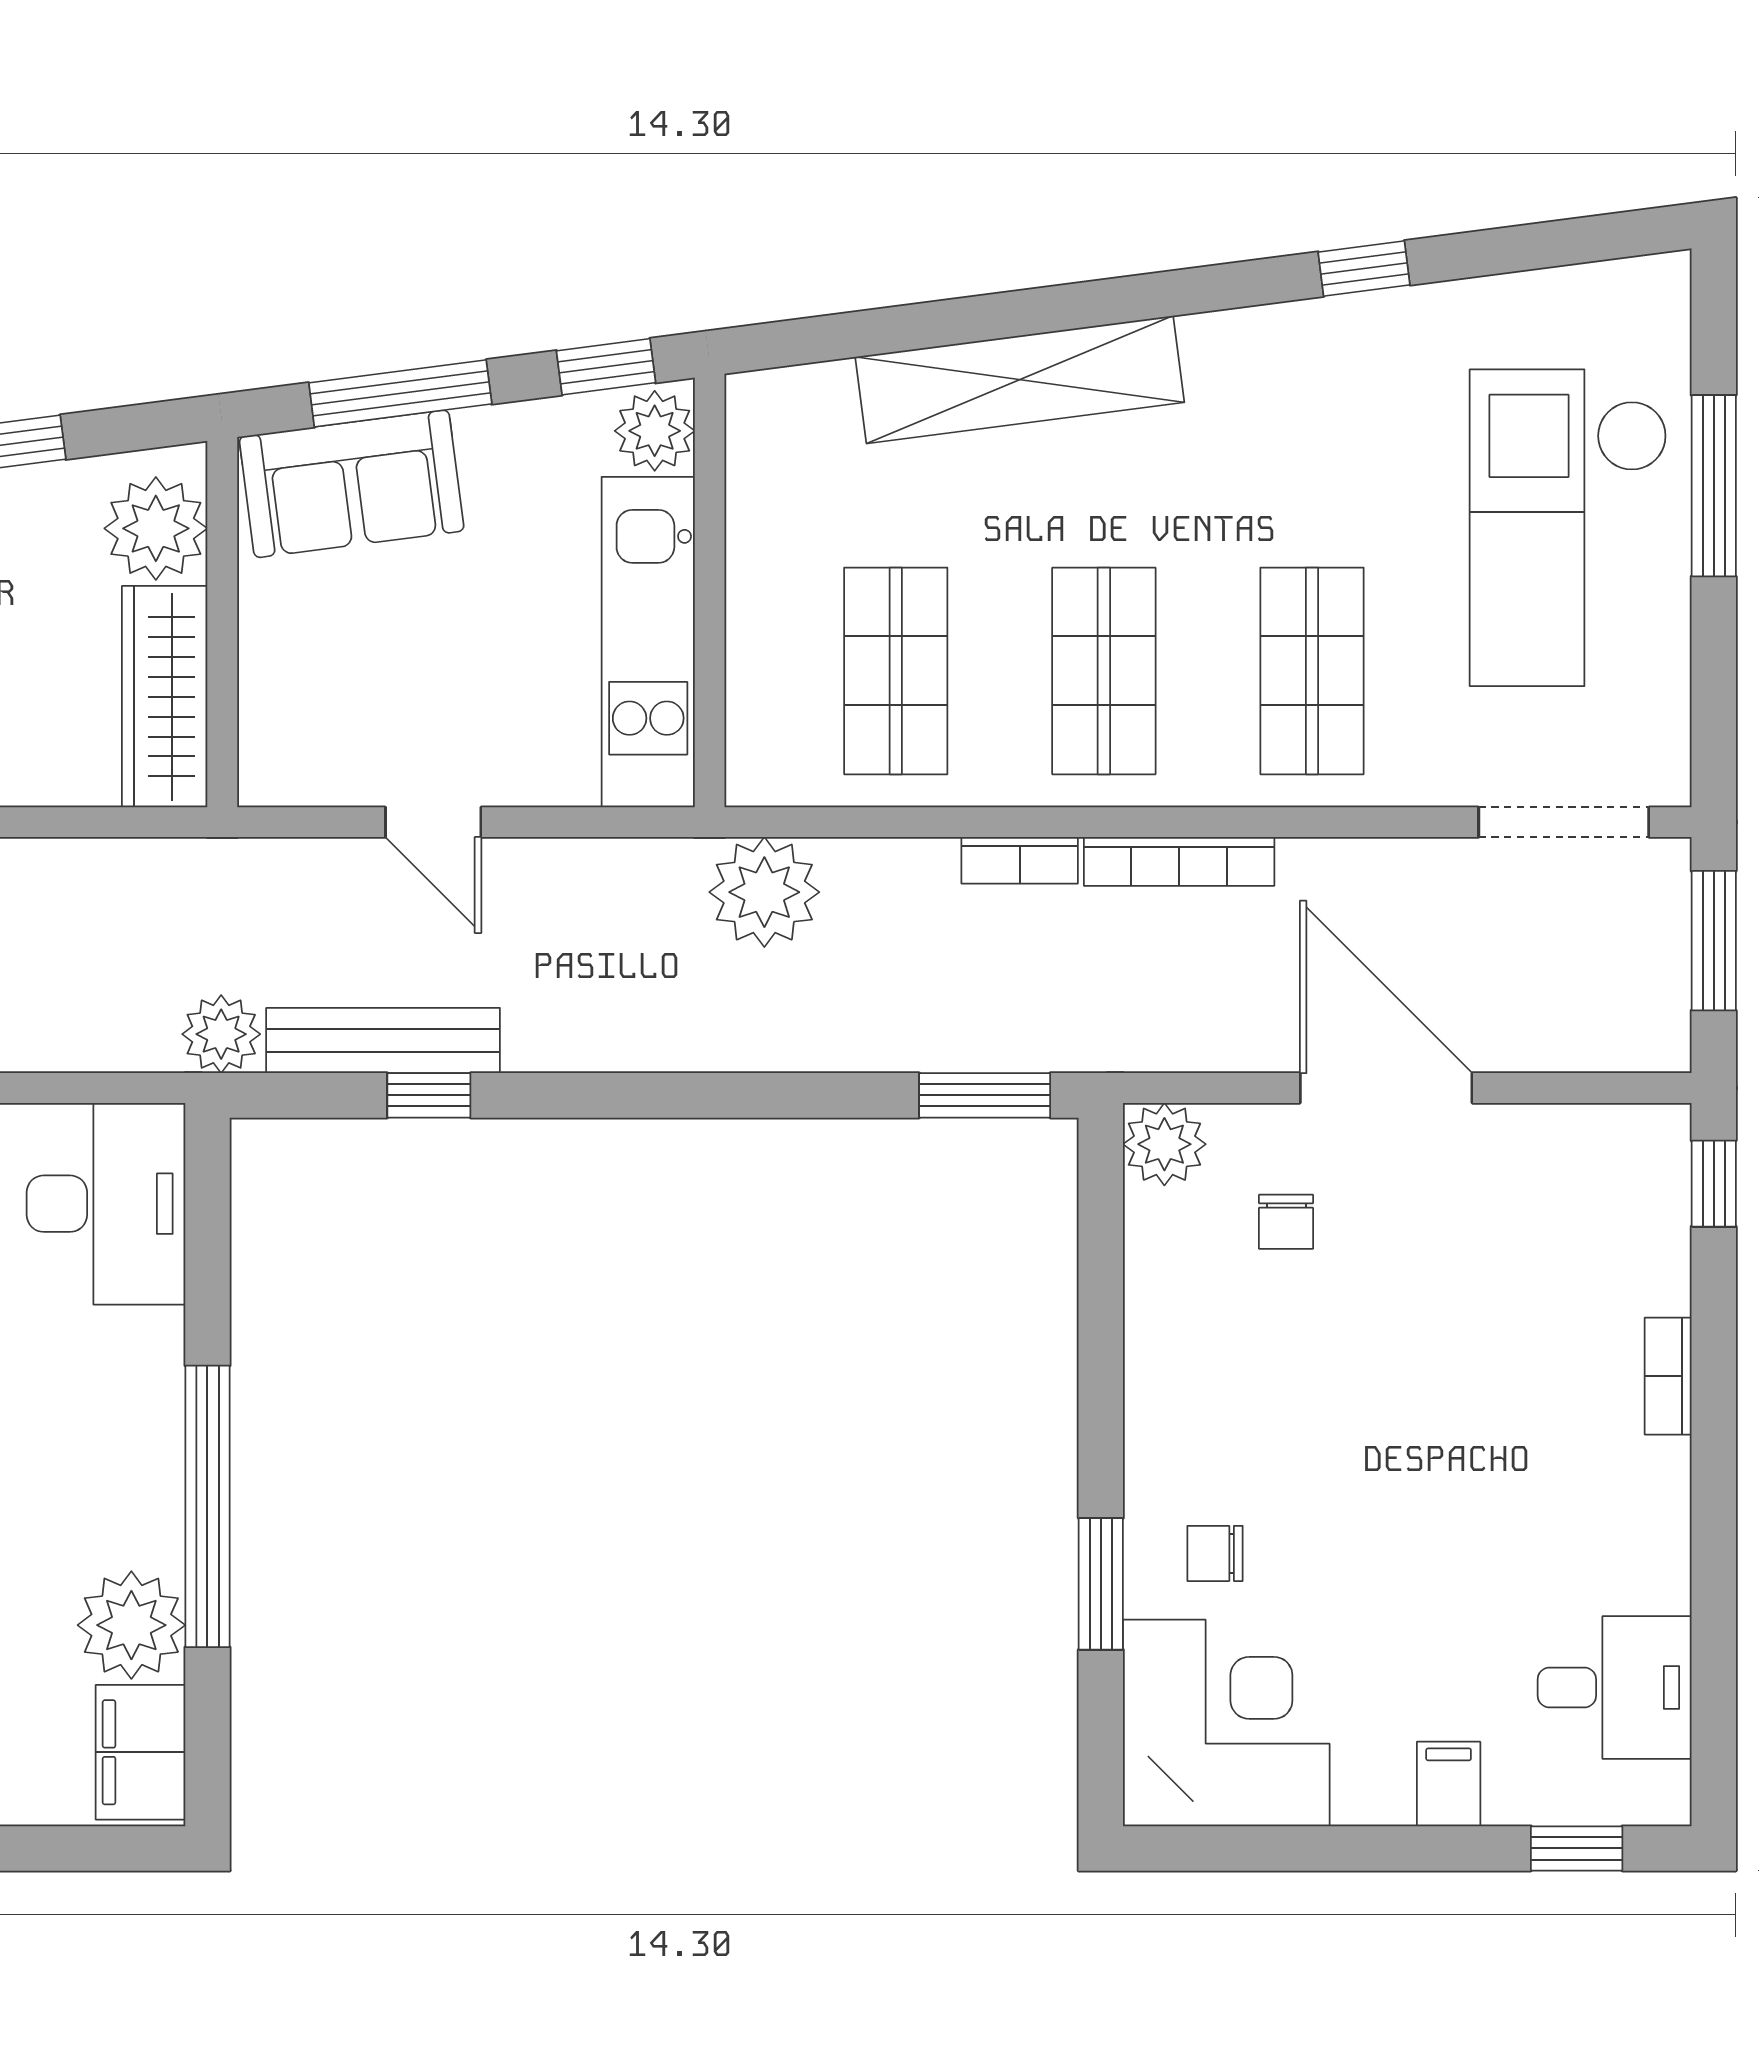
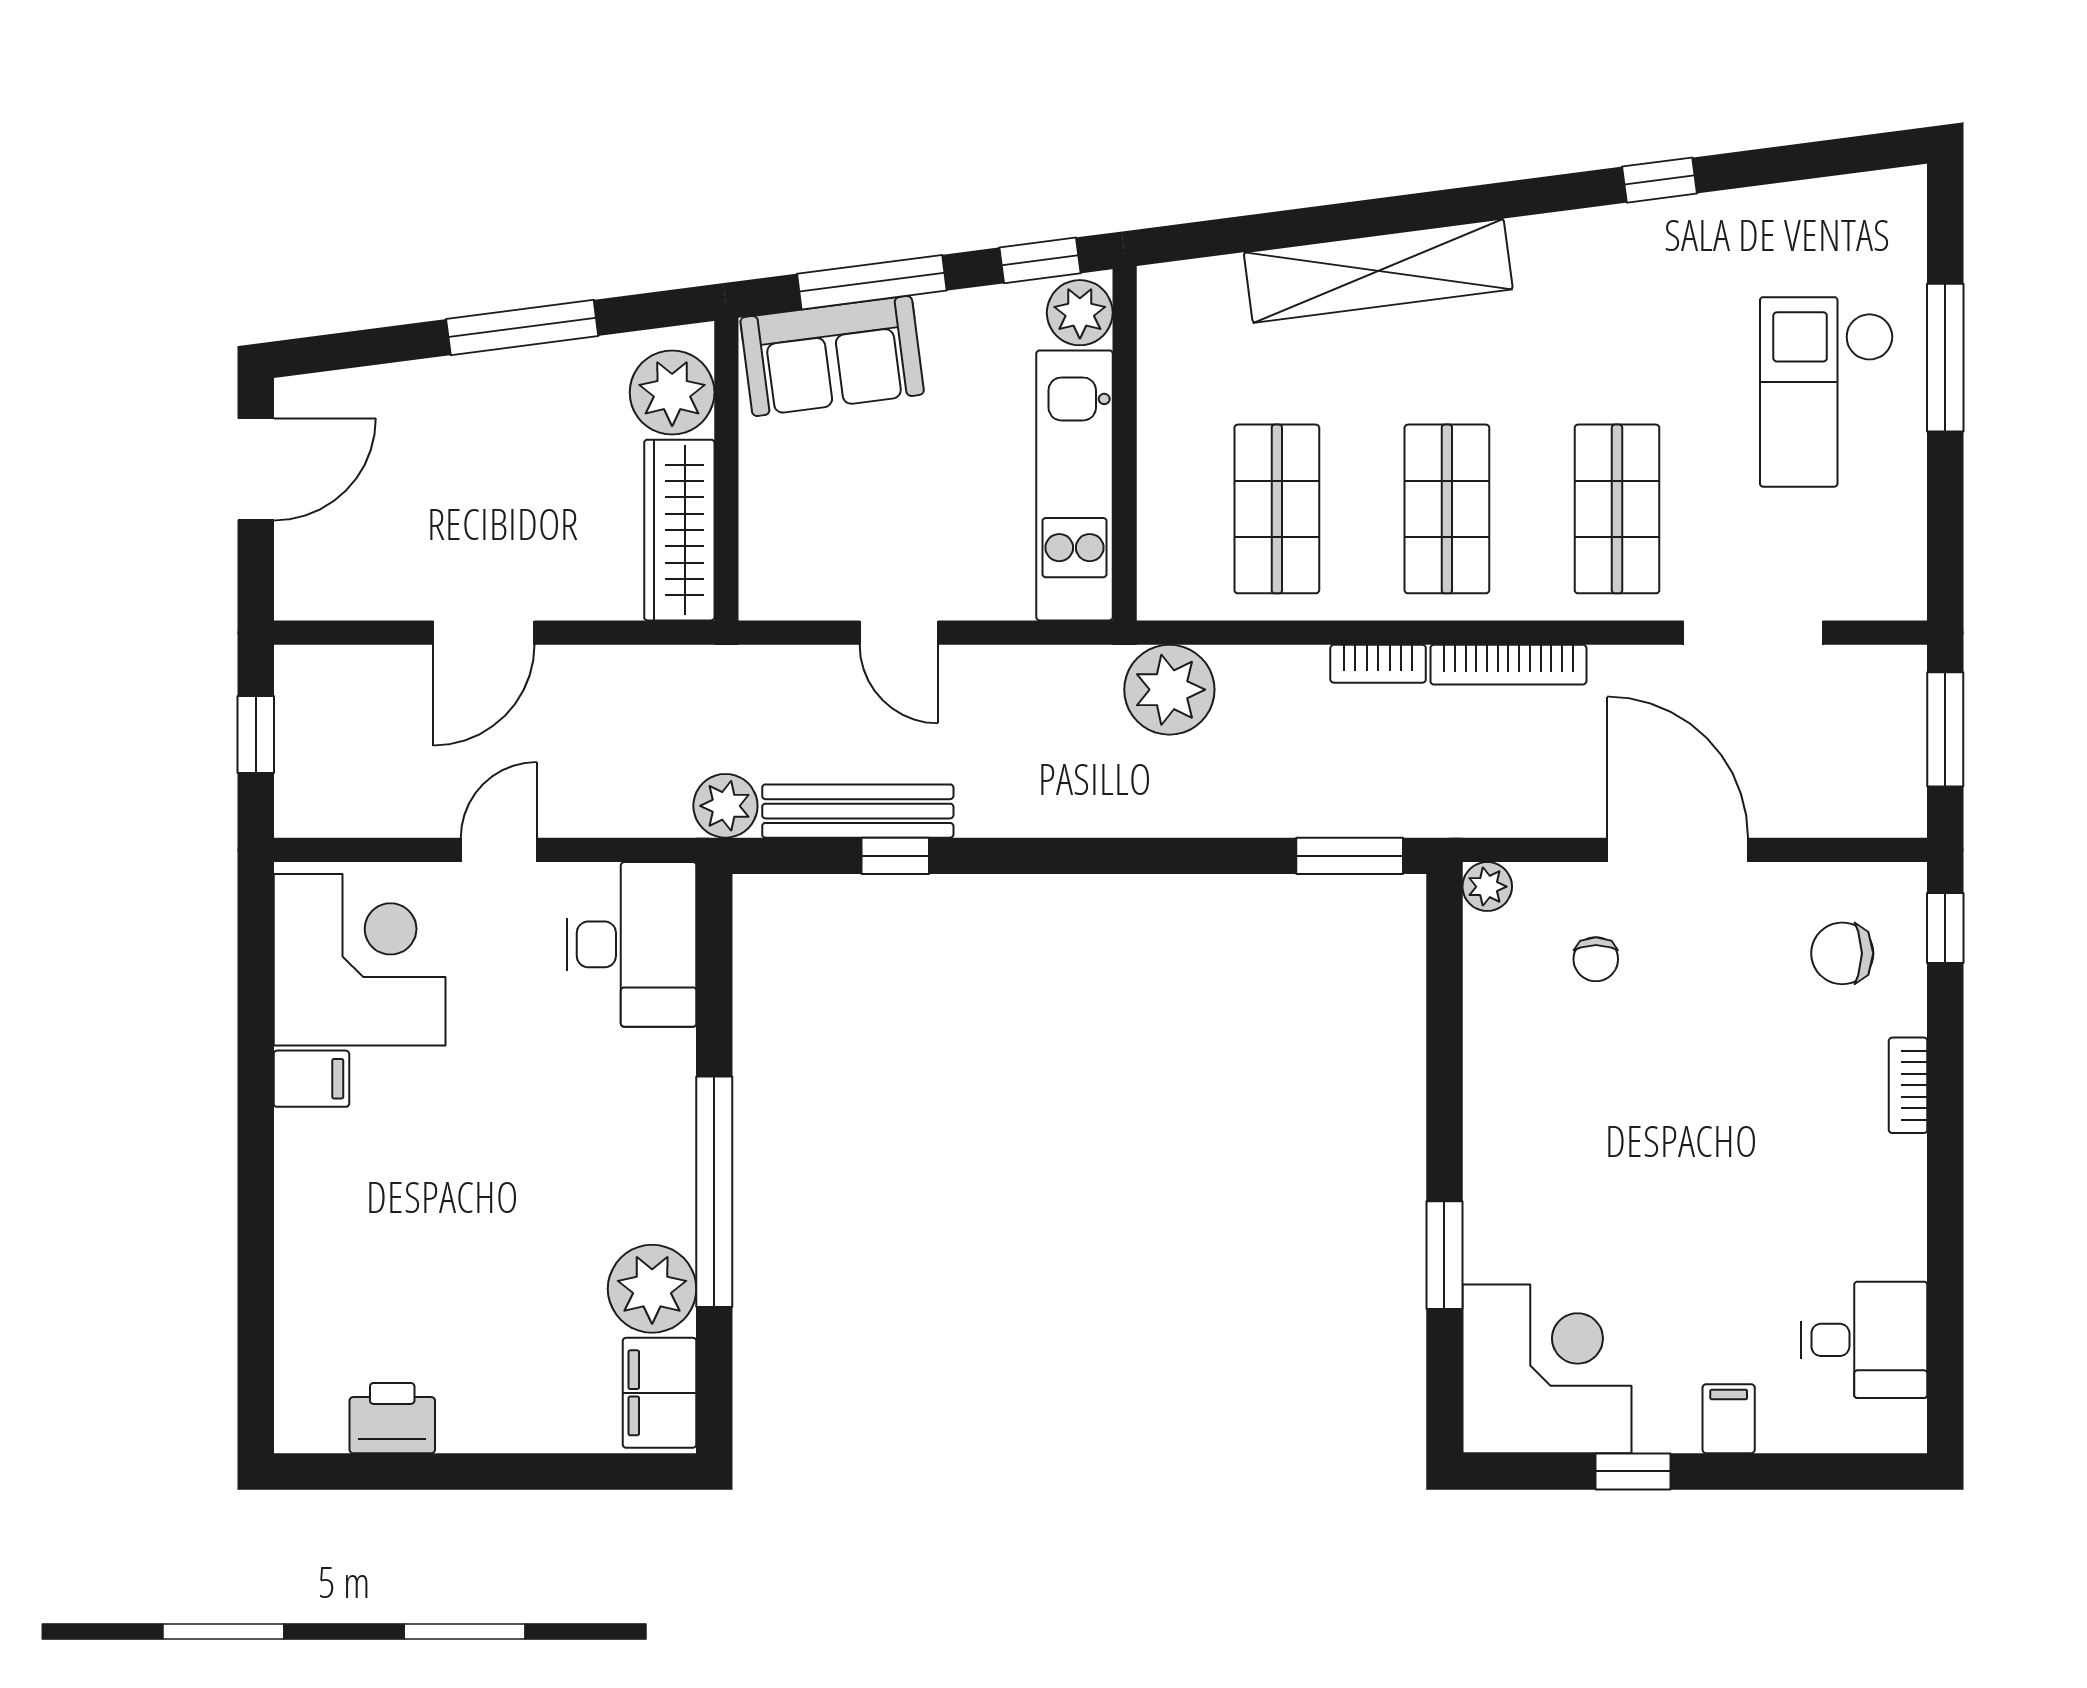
checkout: (1569, 528) -> (1827, 392), width x0.73, depth x0.83
doorway: (1564, 822) -> (1753, 633), moved
plant: (1164, 1144) -> (1487, 887), width x0.73, depth x0.73
chair: (1215, 1553) -> (1842, 953), moved, width x1.37, depth x1.37
window: (1577, 1848) -> (1633, 1471), moved

